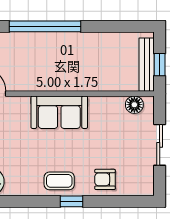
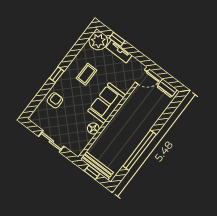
window: (45, 26) -> (140, 150), moved
floor lamp: (134, 105) -> (93, 128), moved
coffee table: (59, 181) -> (87, 74), moved

